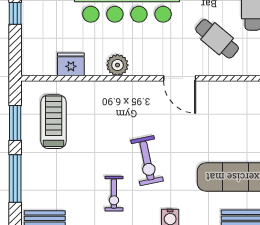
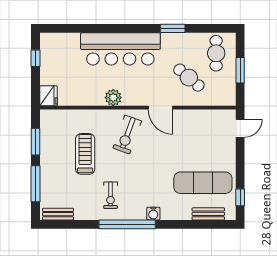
fridge: (71, 64) -> (48, 96), moved, turned 90
treadmill: (54, 122) -> (85, 154), moved
exercise bike: (147, 161) -> (127, 135), moved, turned 32

